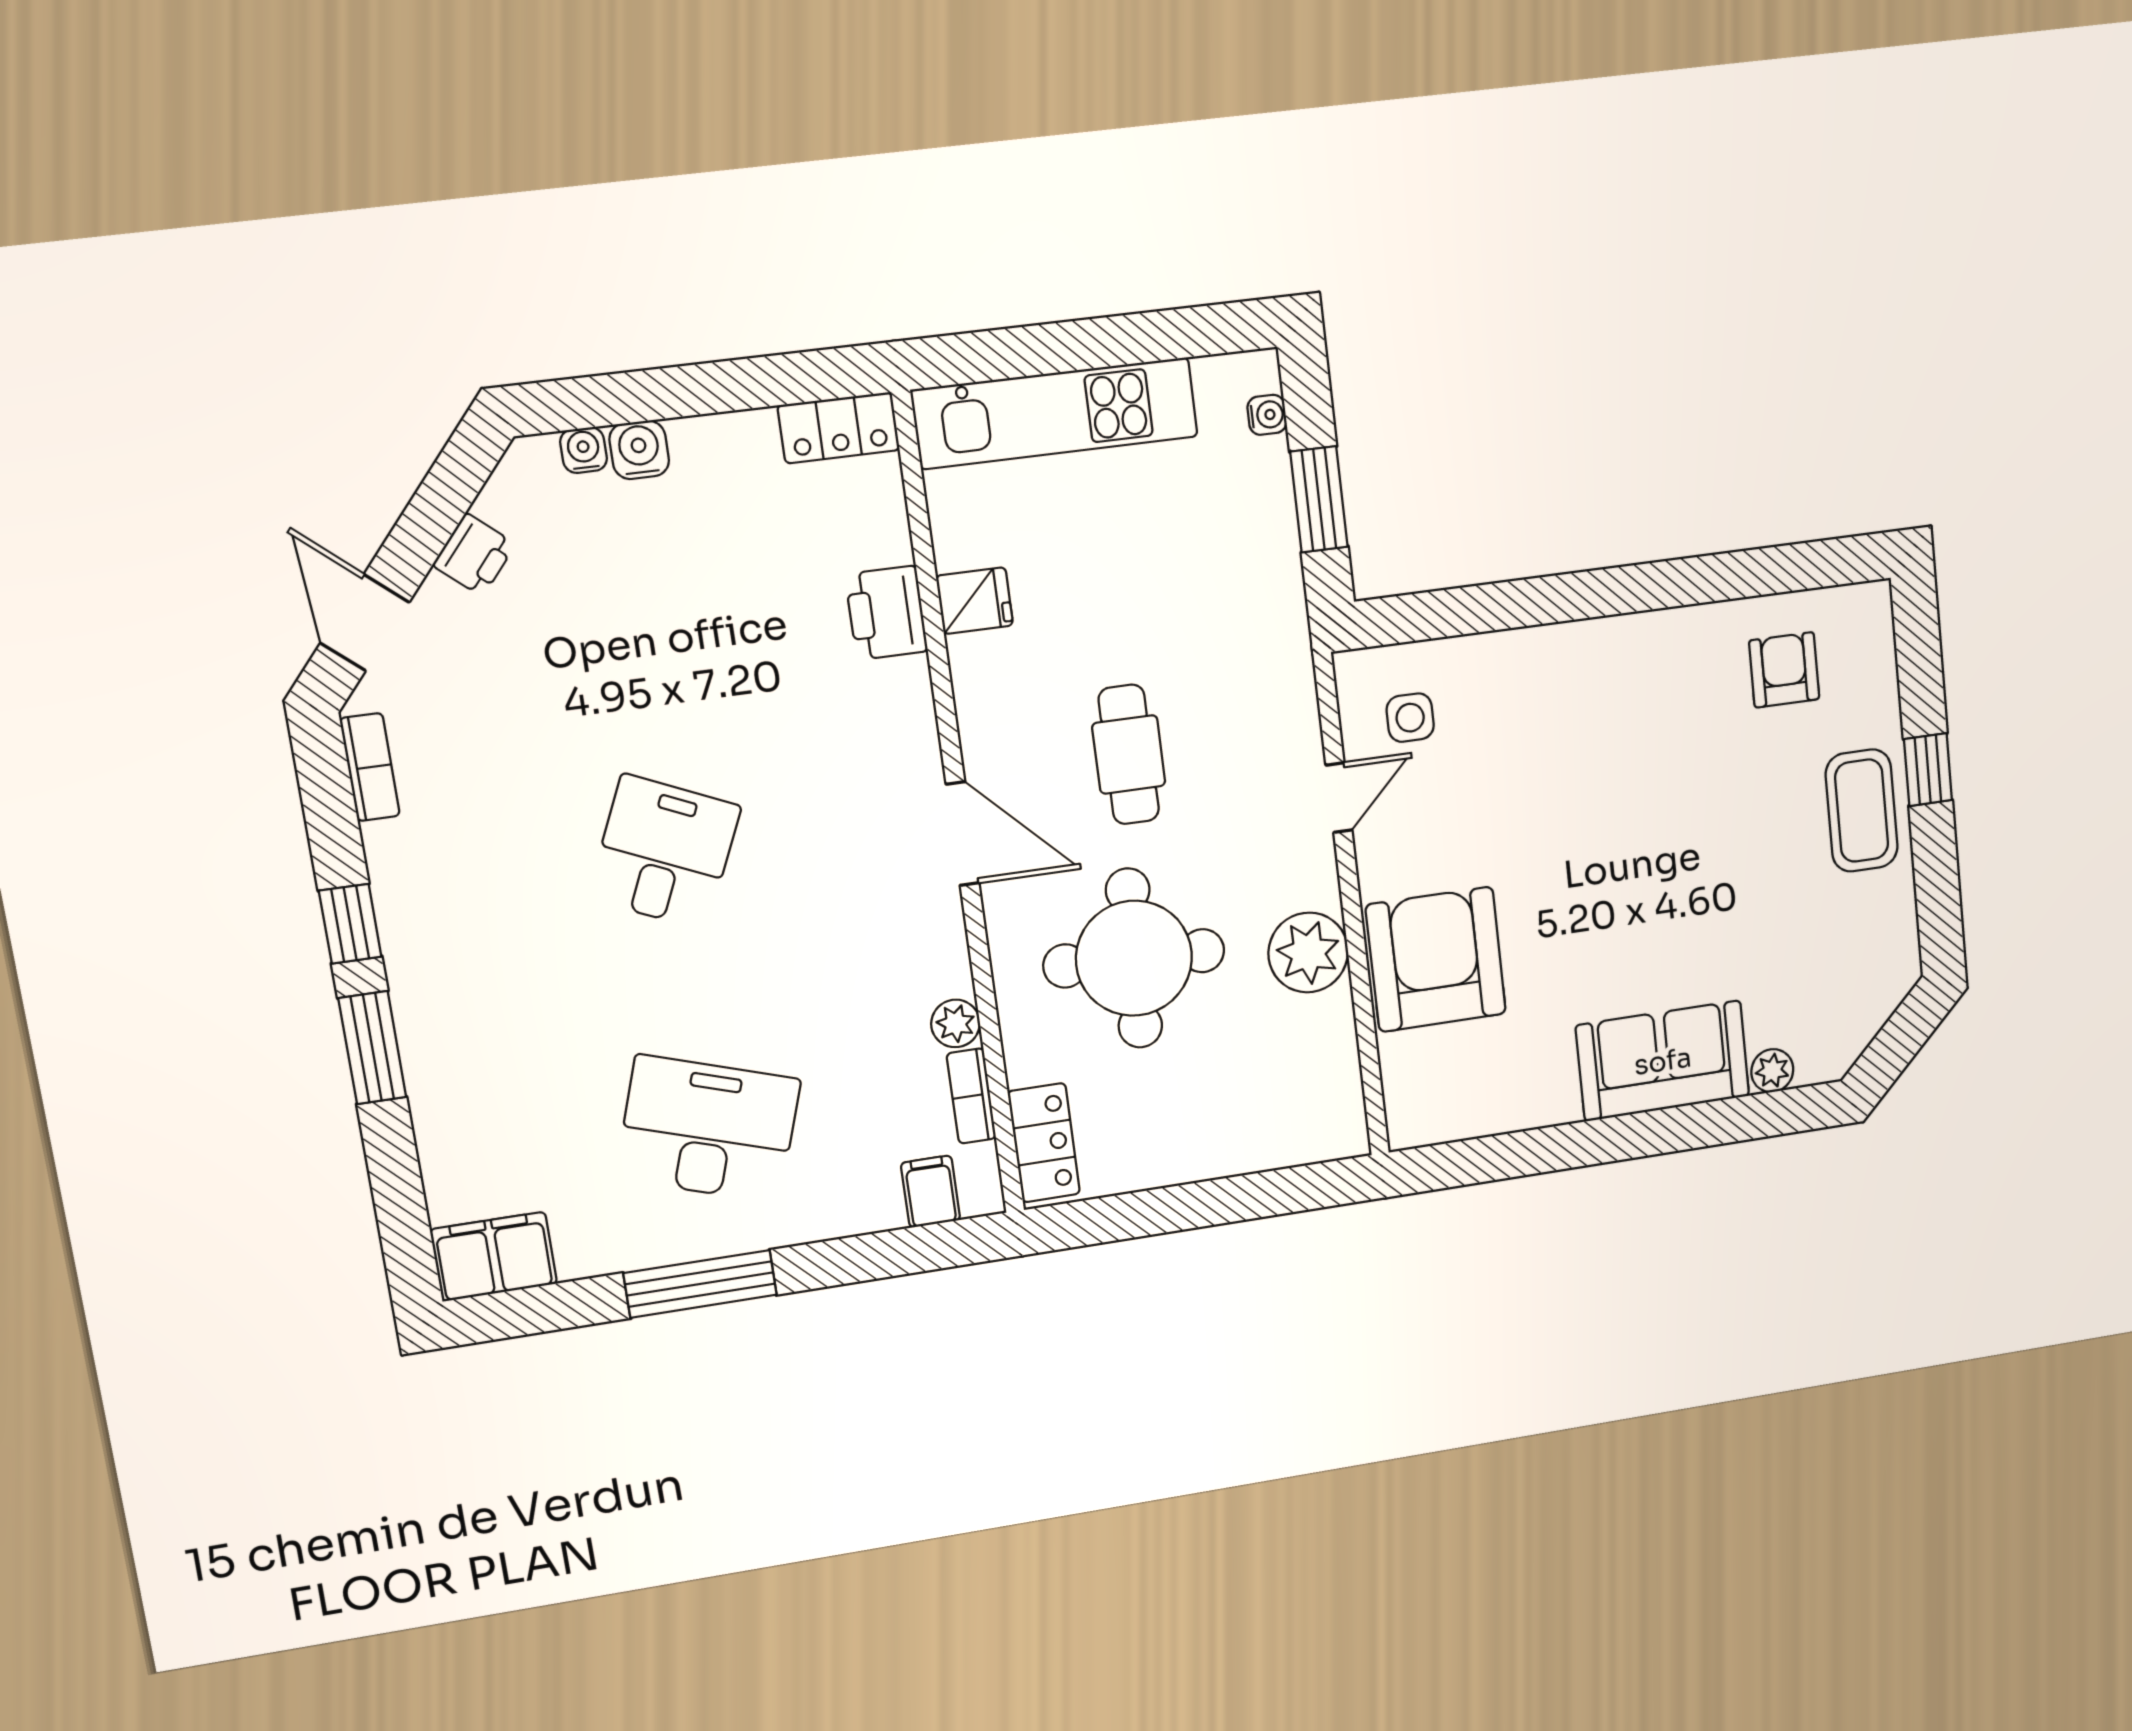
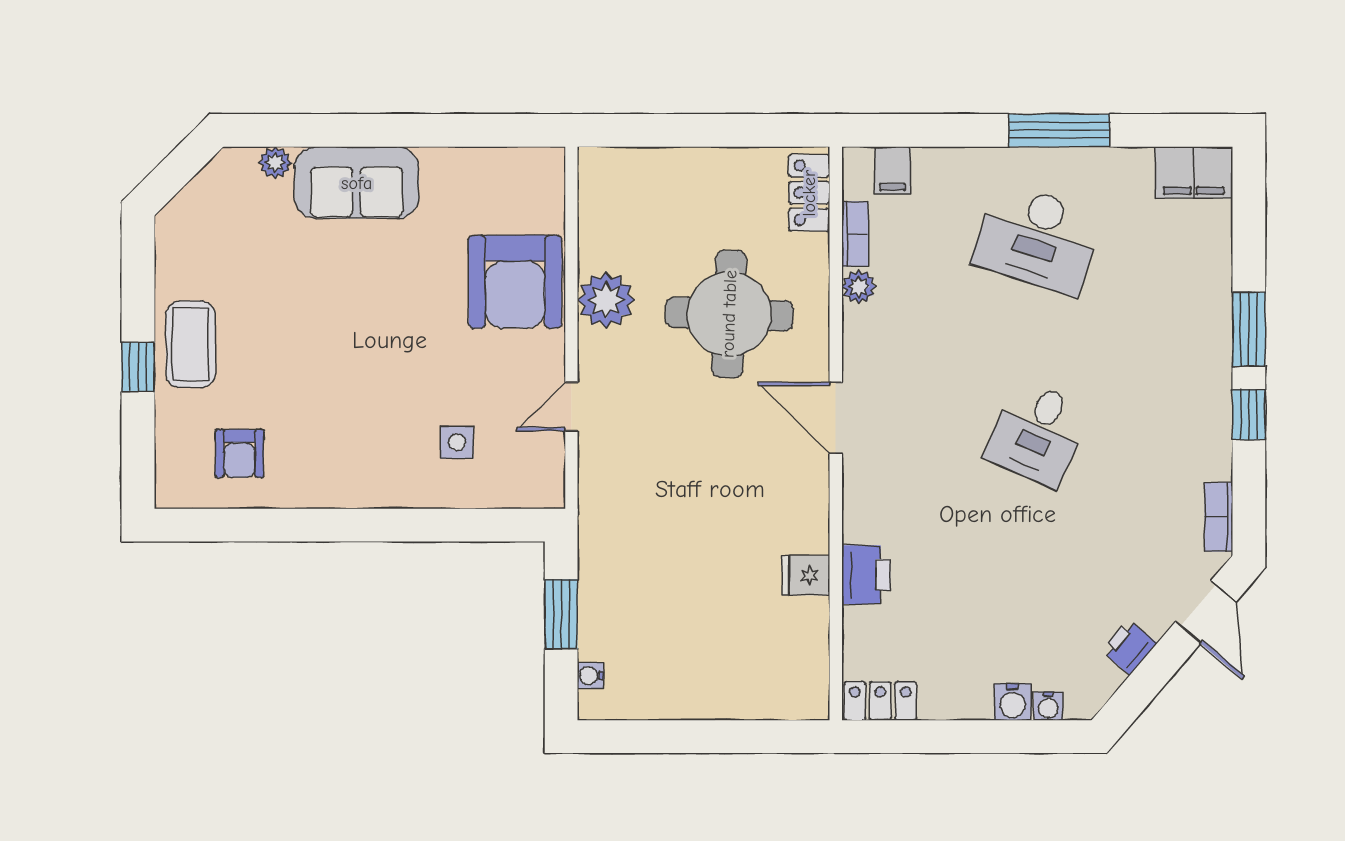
kitchen unit: (1055, 413) -> (735, 694), removed
side table: (1410, 718) -> (457, 442), moved
cafe table: (1129, 754) -> (715, 457), removed

